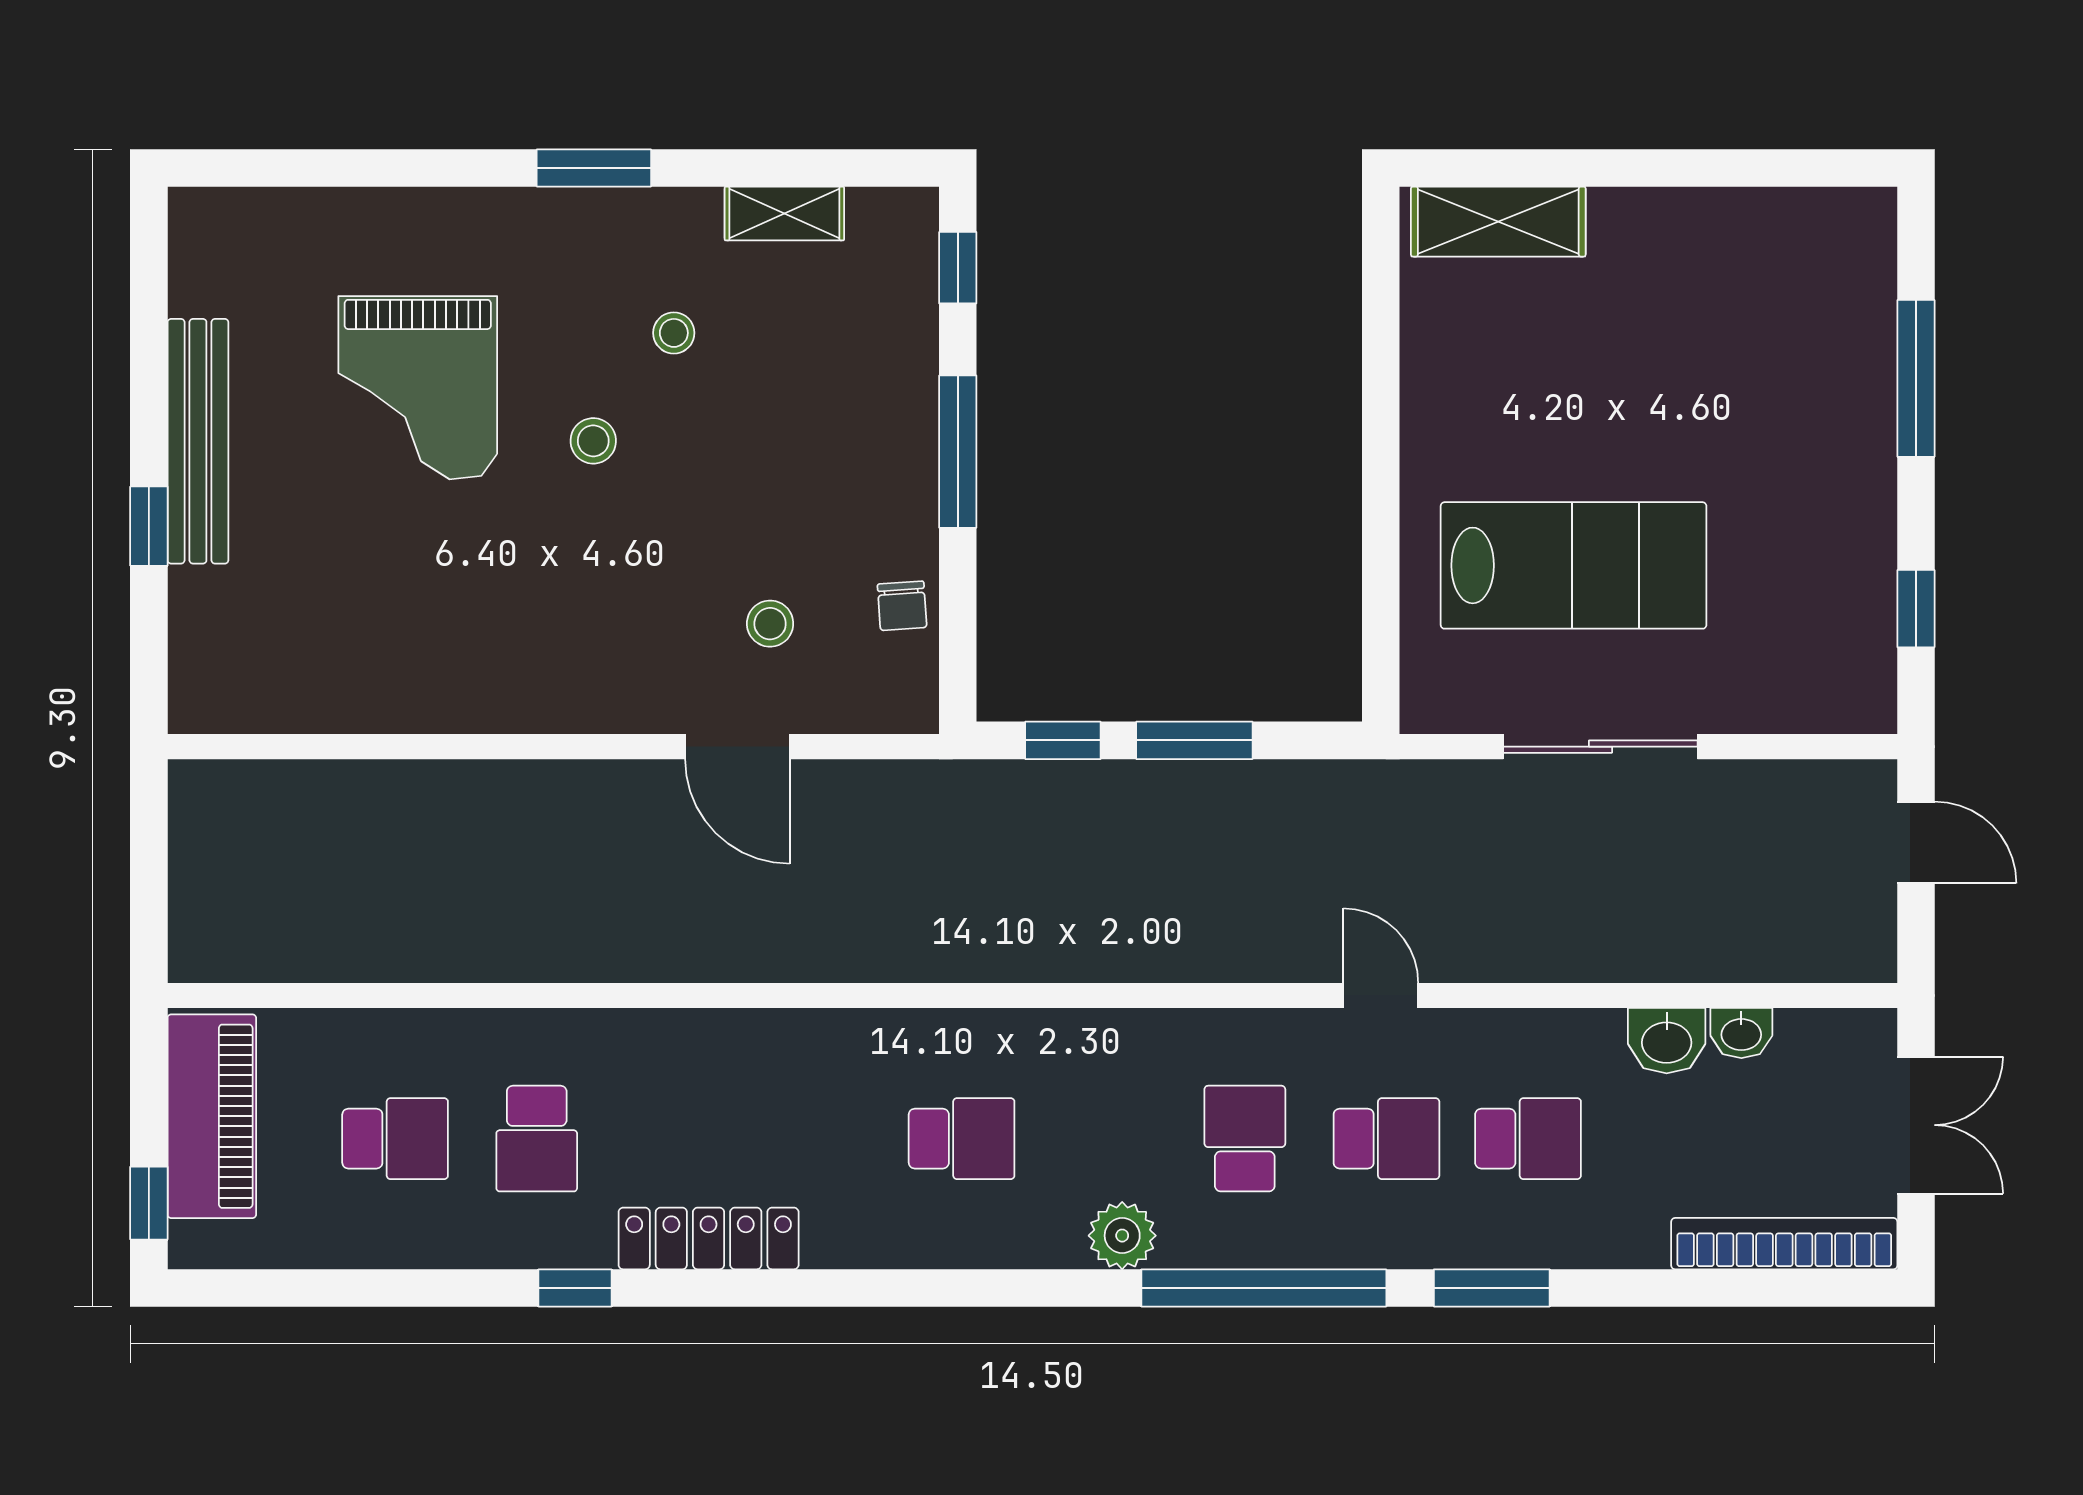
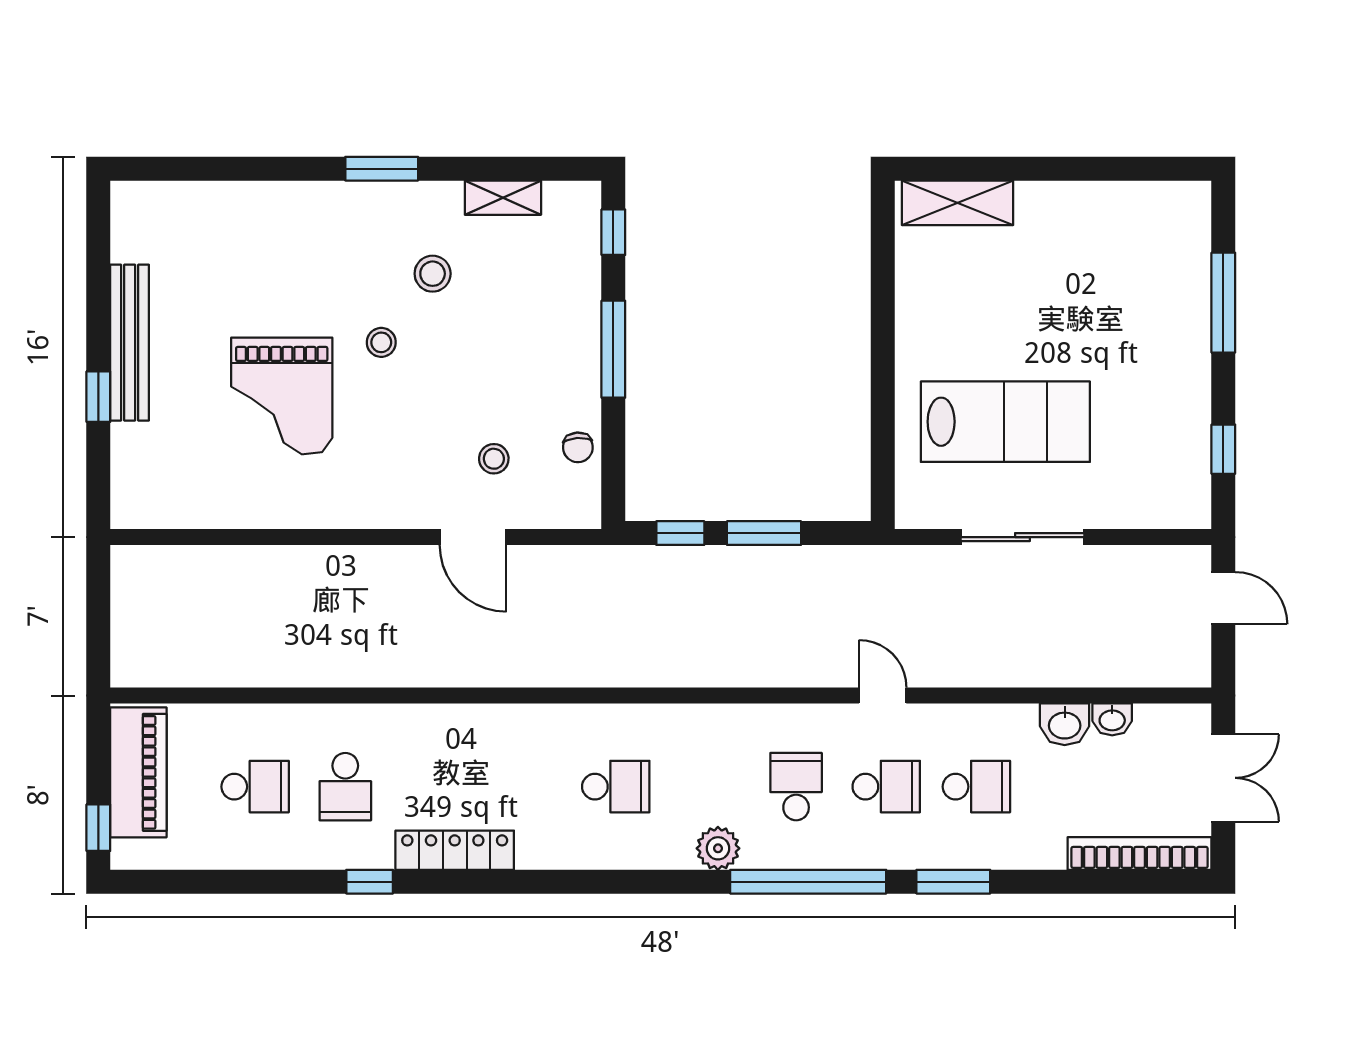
stool: (674, 333) -> (433, 274), width x1.37, depth x1.37
grand piano: (418, 388) -> (282, 396), moved

